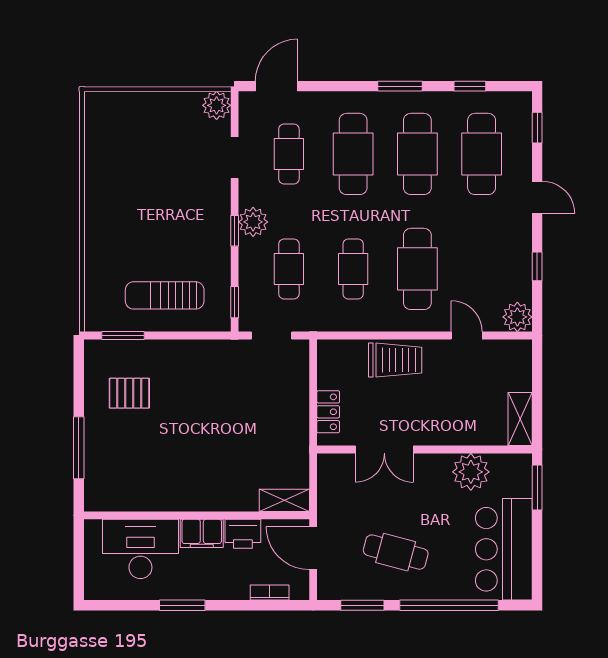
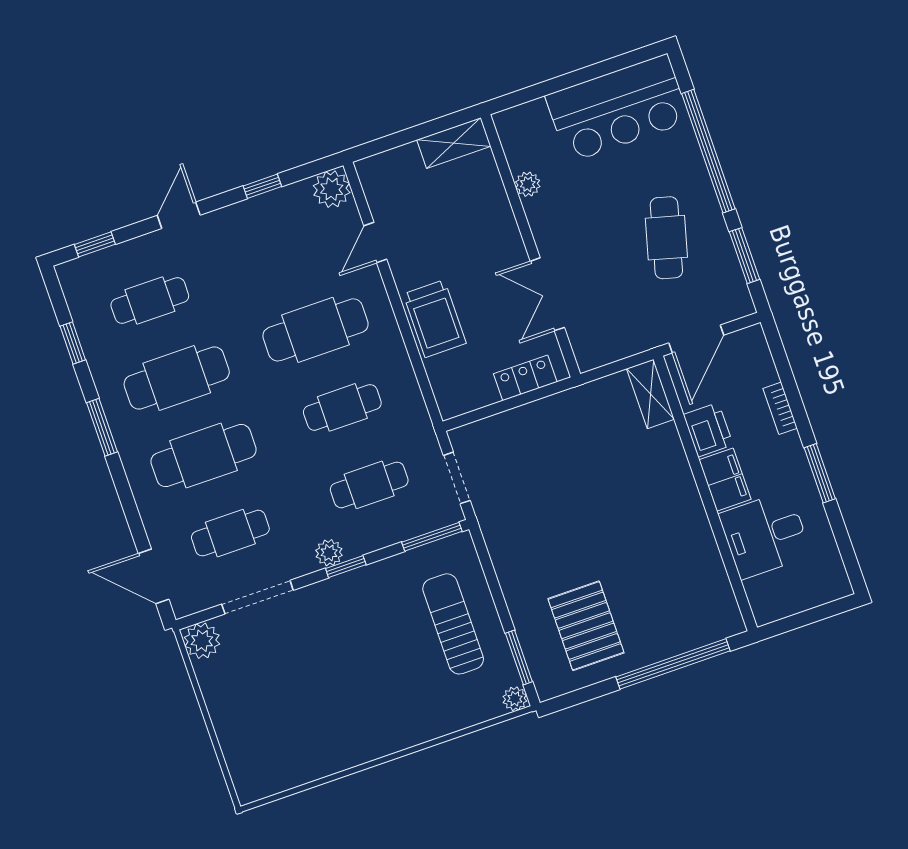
cafe table: (482, 154) -> (150, 300), width x0.73, depth x0.74
doorway: (235, 158) -> (257, 597), width x1.38
plant: (253, 222) -> (329, 553), width x0.73, depth x0.73
sun lounger: (165, 295) -> (453, 624), turned 180
window: (235, 302) -> (432, 537), width x1.50
plant: (94, 322) -> (515, 699), added
trolley: (395, 360) -> (435, 319), turned 180
pallet: (129, 393) -> (586, 626), width x1.50, depth x1.42
window: (79, 448) -> (673, 664), width x1.46
double door: (384, 449) -> (547, 294), swing flipped
plant: (471, 472) -> (528, 184), width x0.53, depth x0.53
window: (537, 487) -> (529, 94), removed
desk: (140, 549) -> (765, 535), width x0.73
bookcase: (270, 592) -> (780, 408), moved

